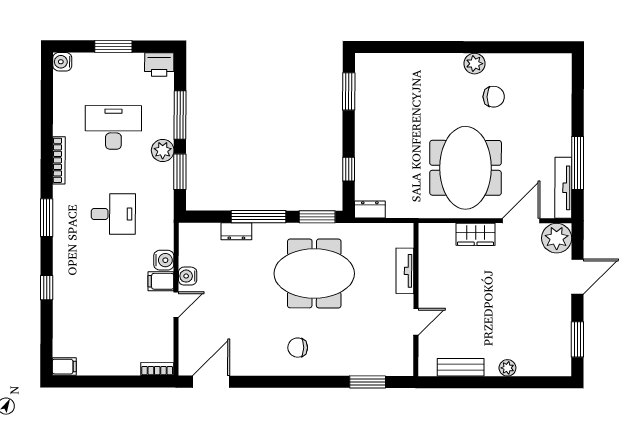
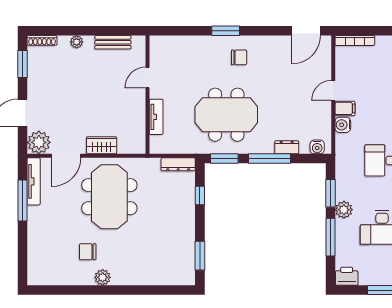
dresser: (370, 209) -> (178, 164), width x1.44
water cooler: (188, 276) -> (317, 147), moved, turned 90
bookcase: (157, 369) -> (355, 41), width x1.56
shoe rack: (552, 370) -> (42, 40), added
window: (368, 382) -> (226, 31), moved

